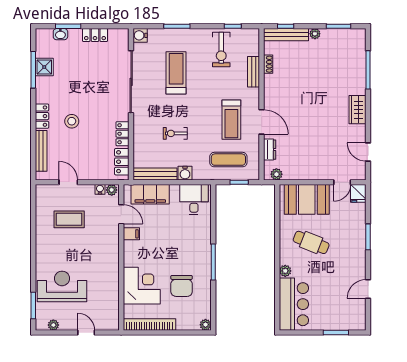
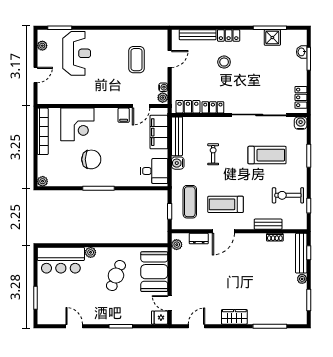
locker: (95, 35) -> (301, 97), moved
chair: (182, 286) -> (91, 159), moved, turned 180

